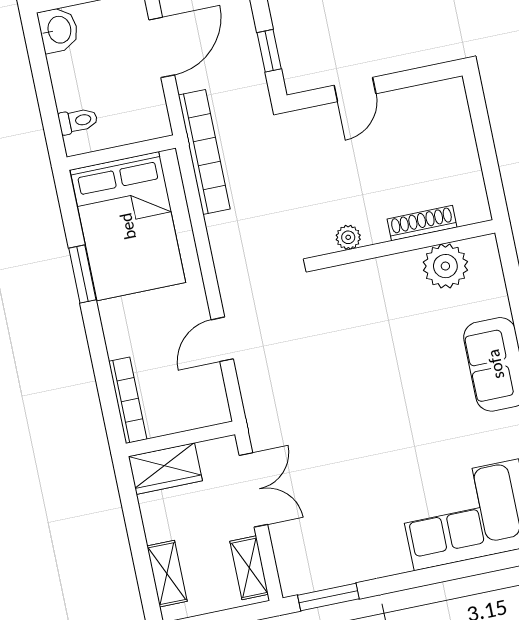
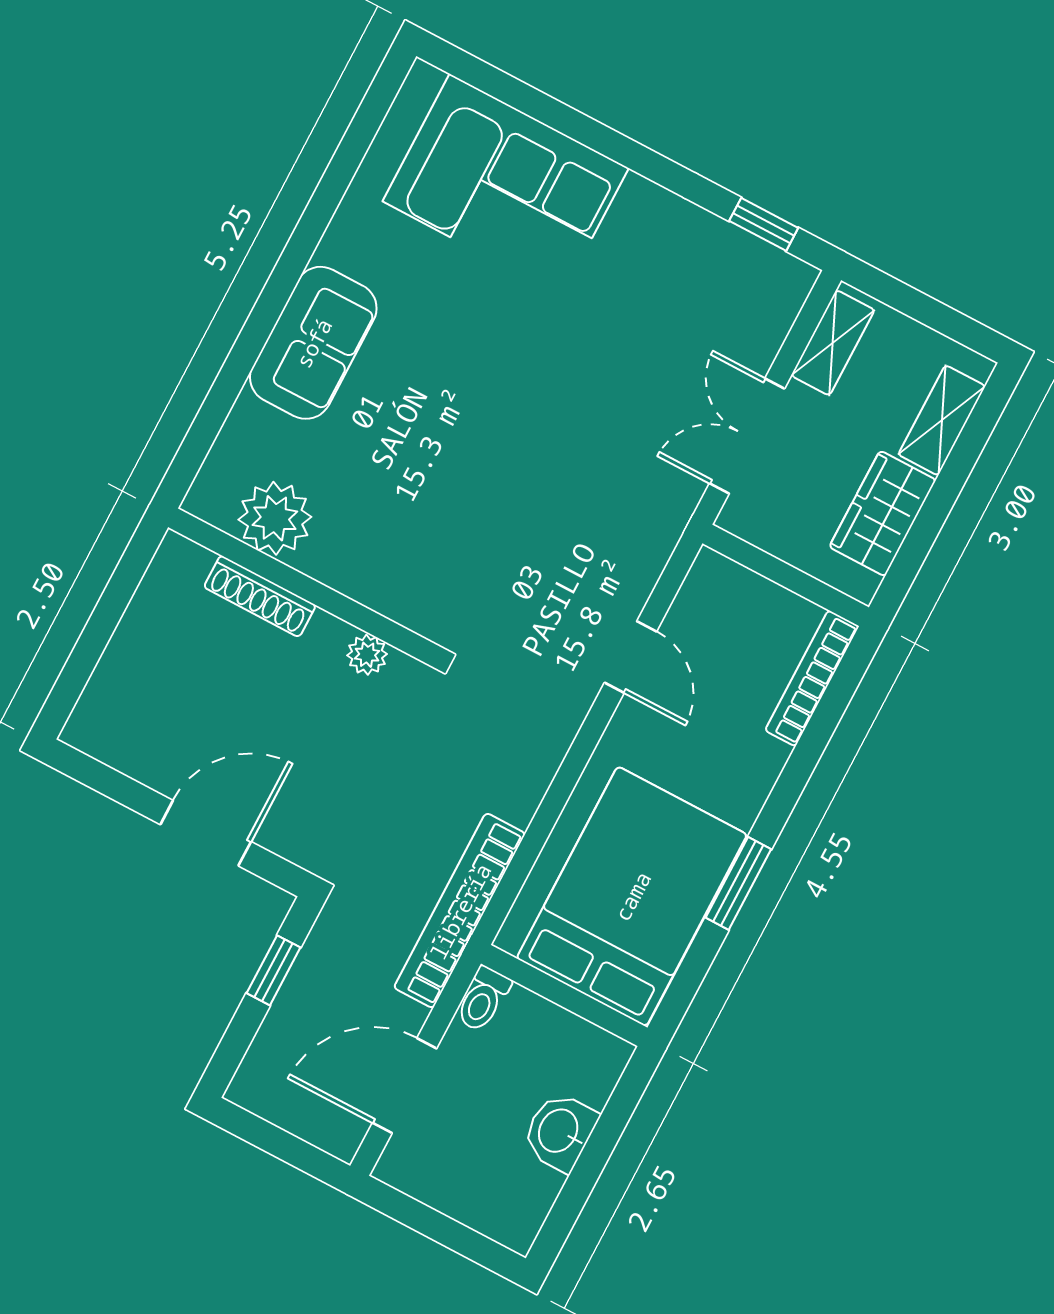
washbasin: (58, 30) -> (560, 1131), moved
door: (355, 89) -> (206, 833), width x1.38
toilet: (78, 121) -> (483, 999), moved, turned -90
door: (222, 339) -> (630, 657), hinge flipped
wardrobe: (165, 469) -> (883, 513), moved, turned -90
window: (328, 597) -> (764, 224), width x0.67

